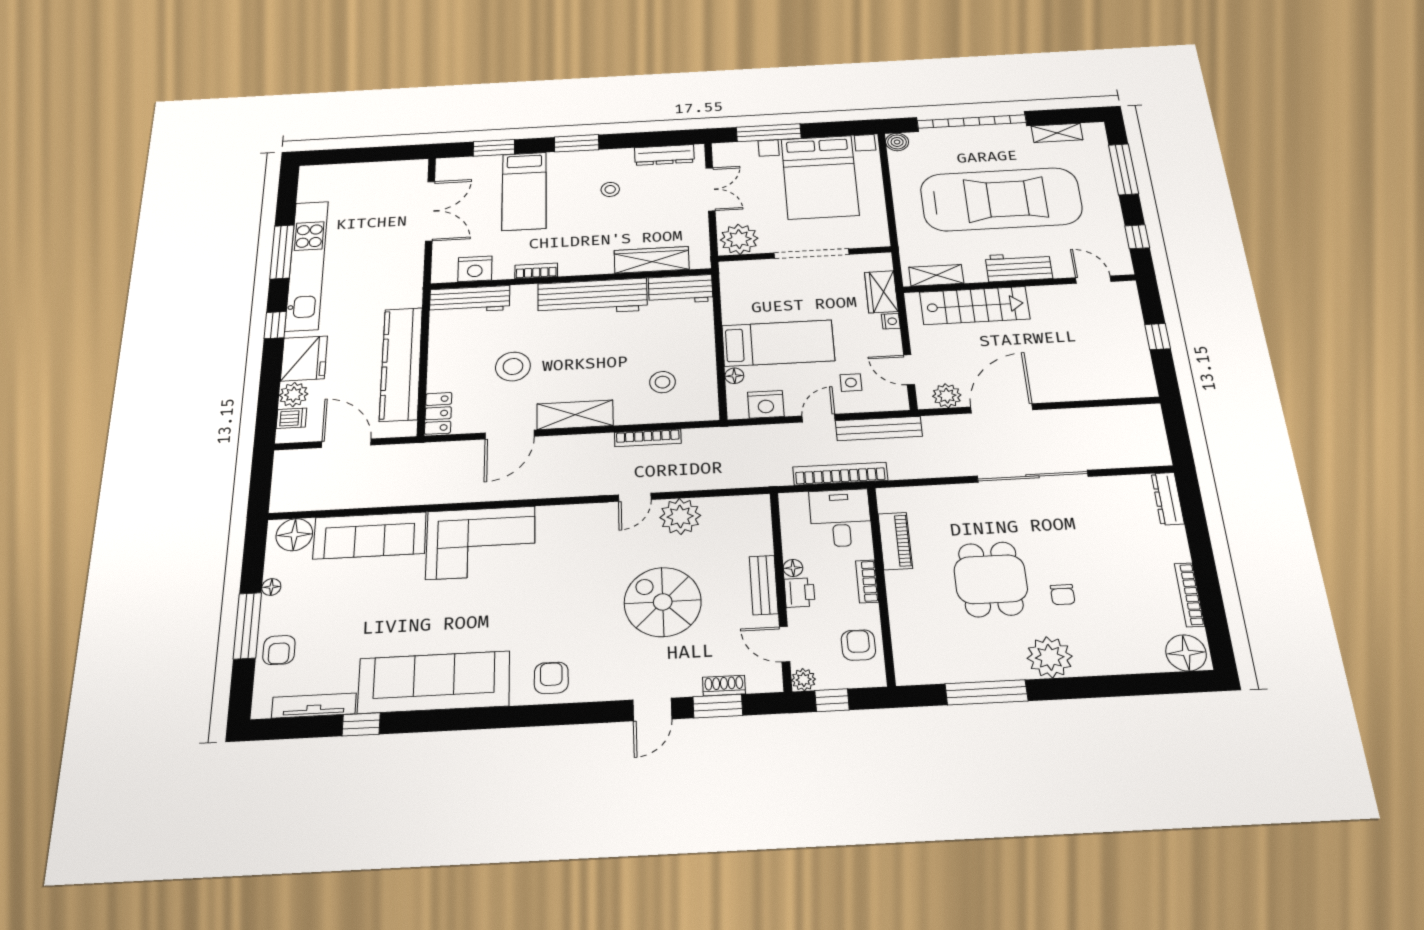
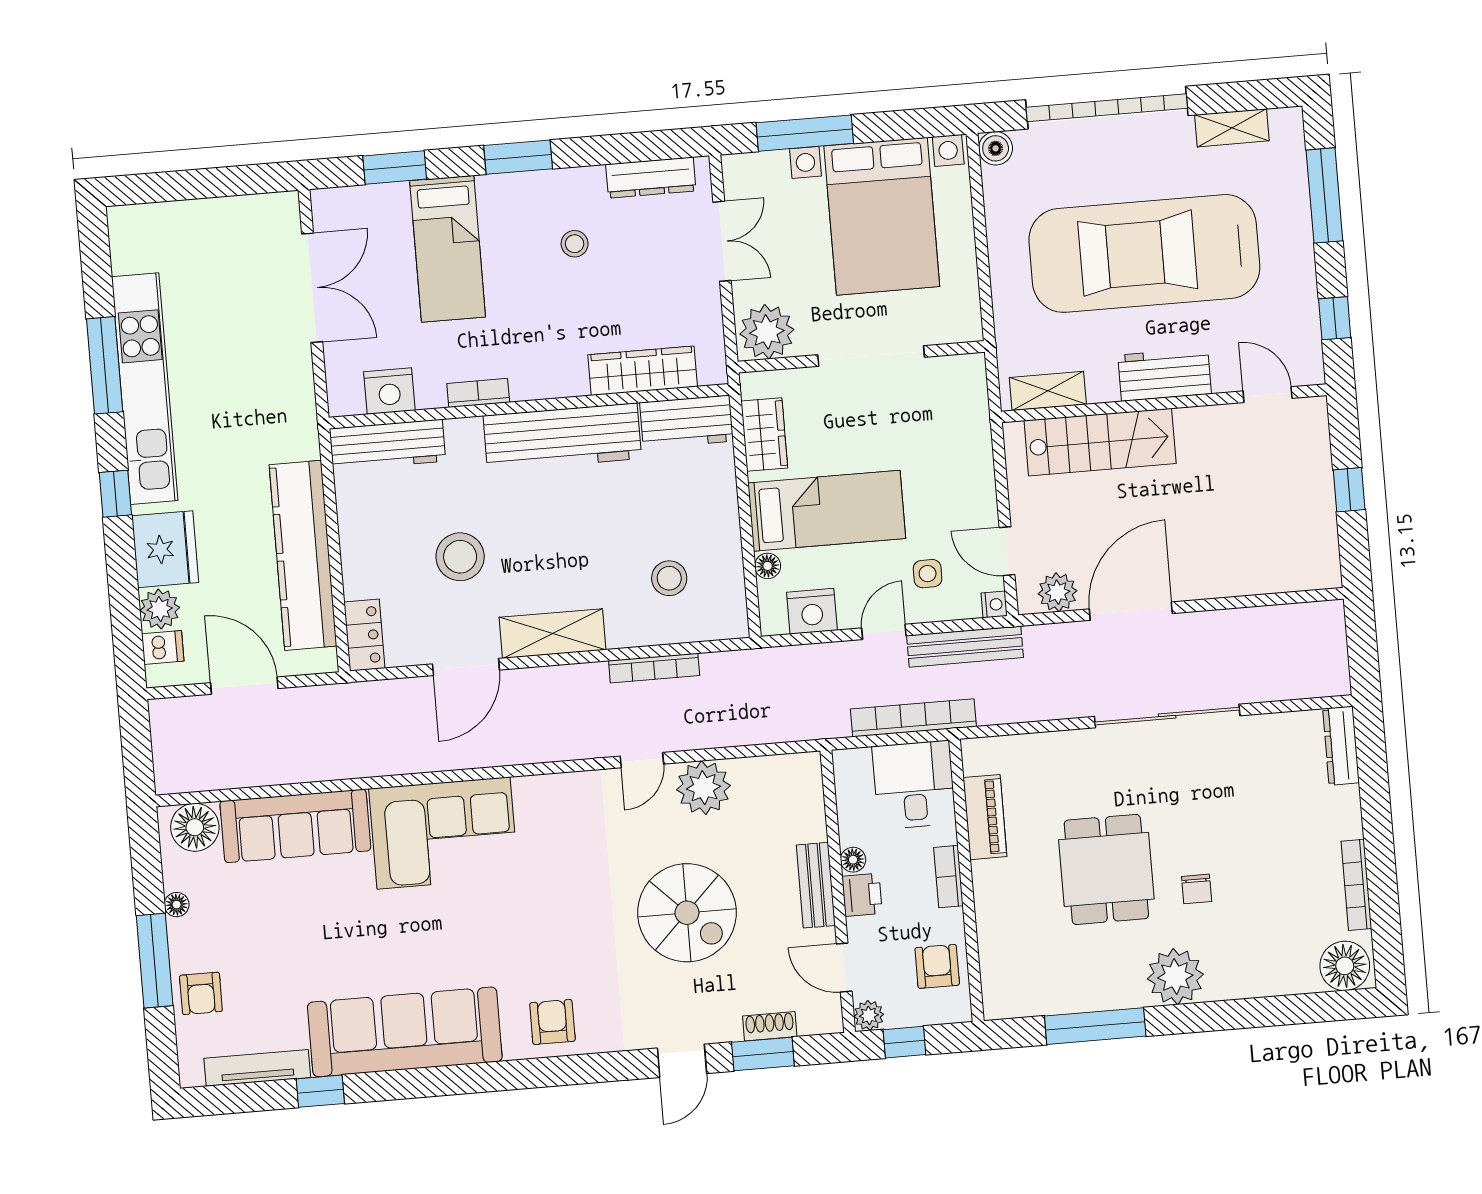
car: (1001, 199) -> (1144, 253), turned 180
wardrobe: (881, 292) -> (764, 435), moved, turned 180
nightstand: (891, 321) -> (994, 604), moved
spiral stairs: (663, 602) -> (687, 913), turned 180

